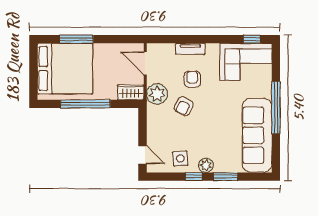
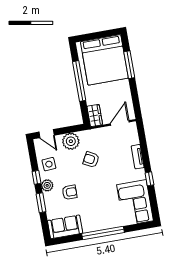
window: (252, 39) -> (149, 179), moved
armchair: (192, 79) -> (70, 192), moved
plant: (157, 94) -> (71, 141), moved
sofa: (257, 135) -> (65, 227), width x0.54, depth x0.79
door: (143, 155) -> (47, 134), hinge flipped

